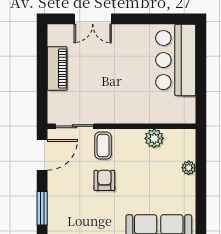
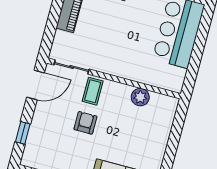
plant: (189, 168) -> (164, 132), removed
window: (42, 208) -> (23, 133), width x0.67

